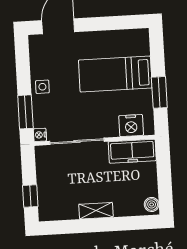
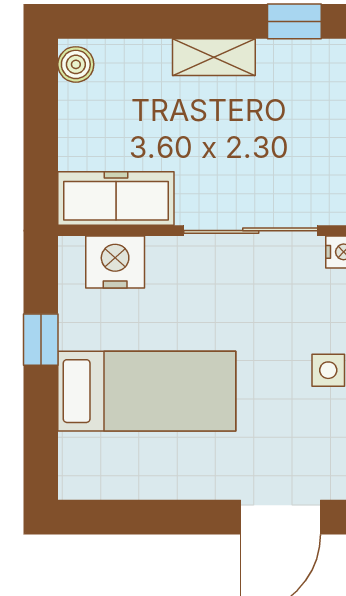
window: (159, 92) -> (41, 340), width x0.67
window: (64, 227) -> (294, 21), added

